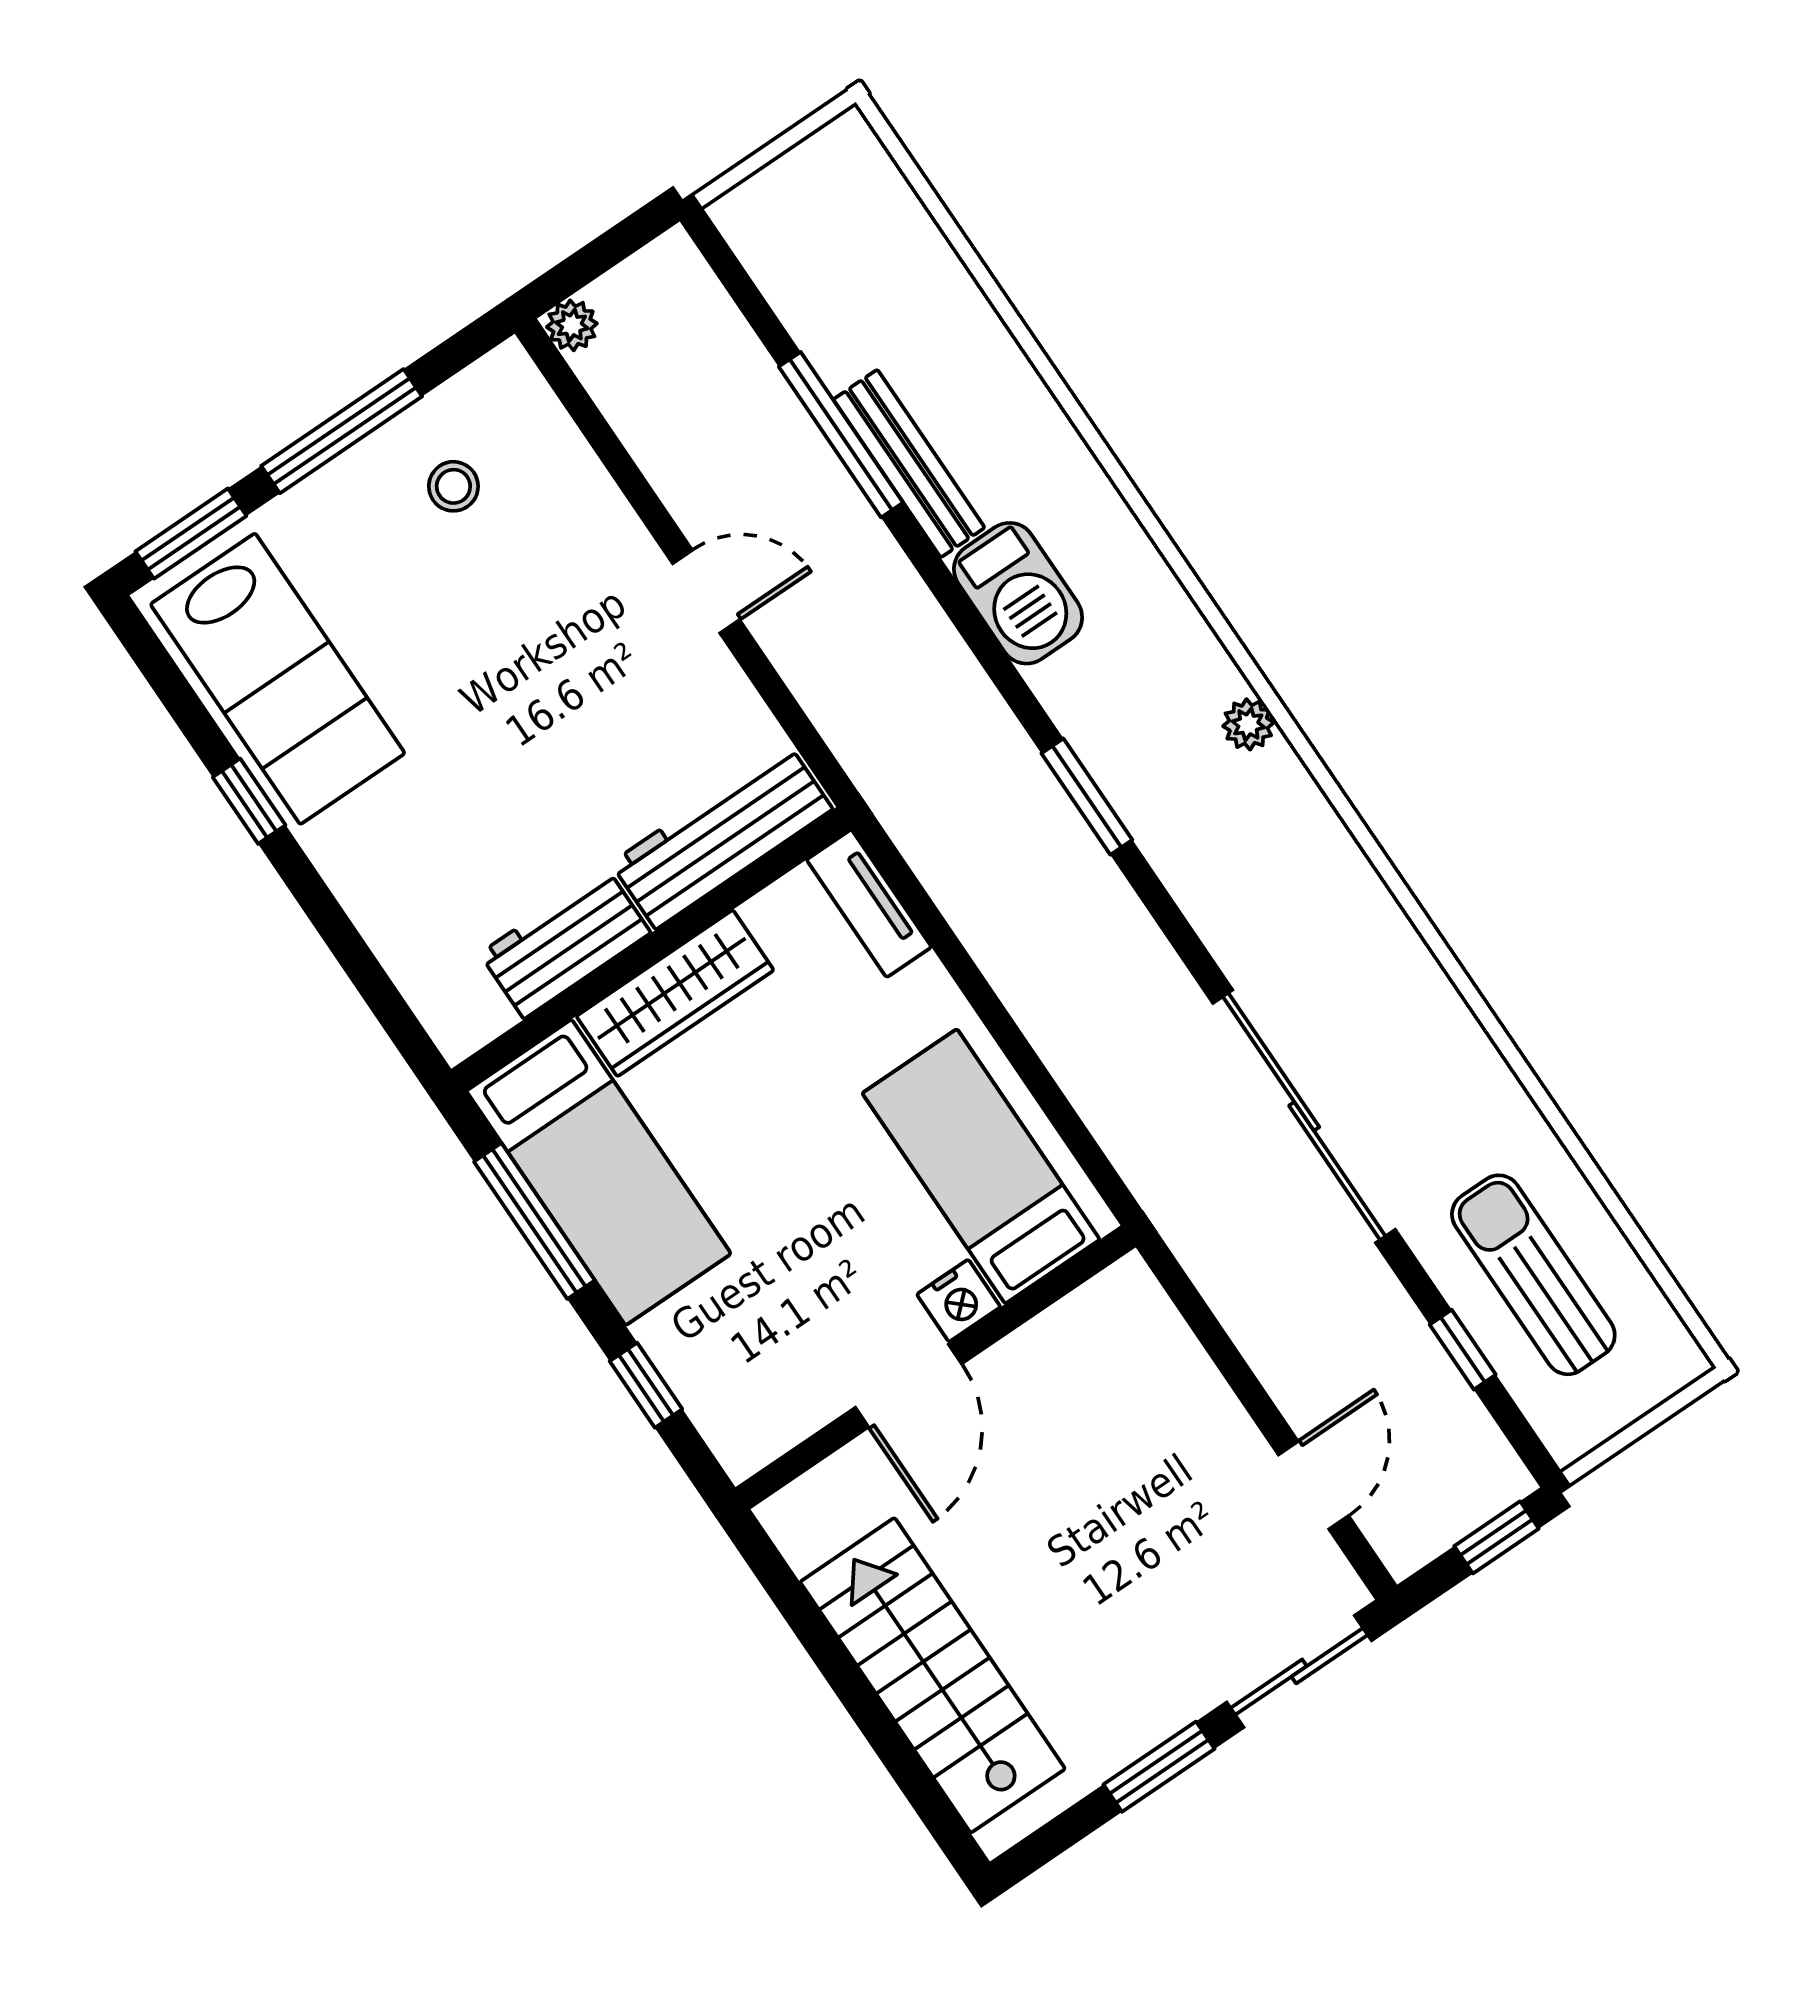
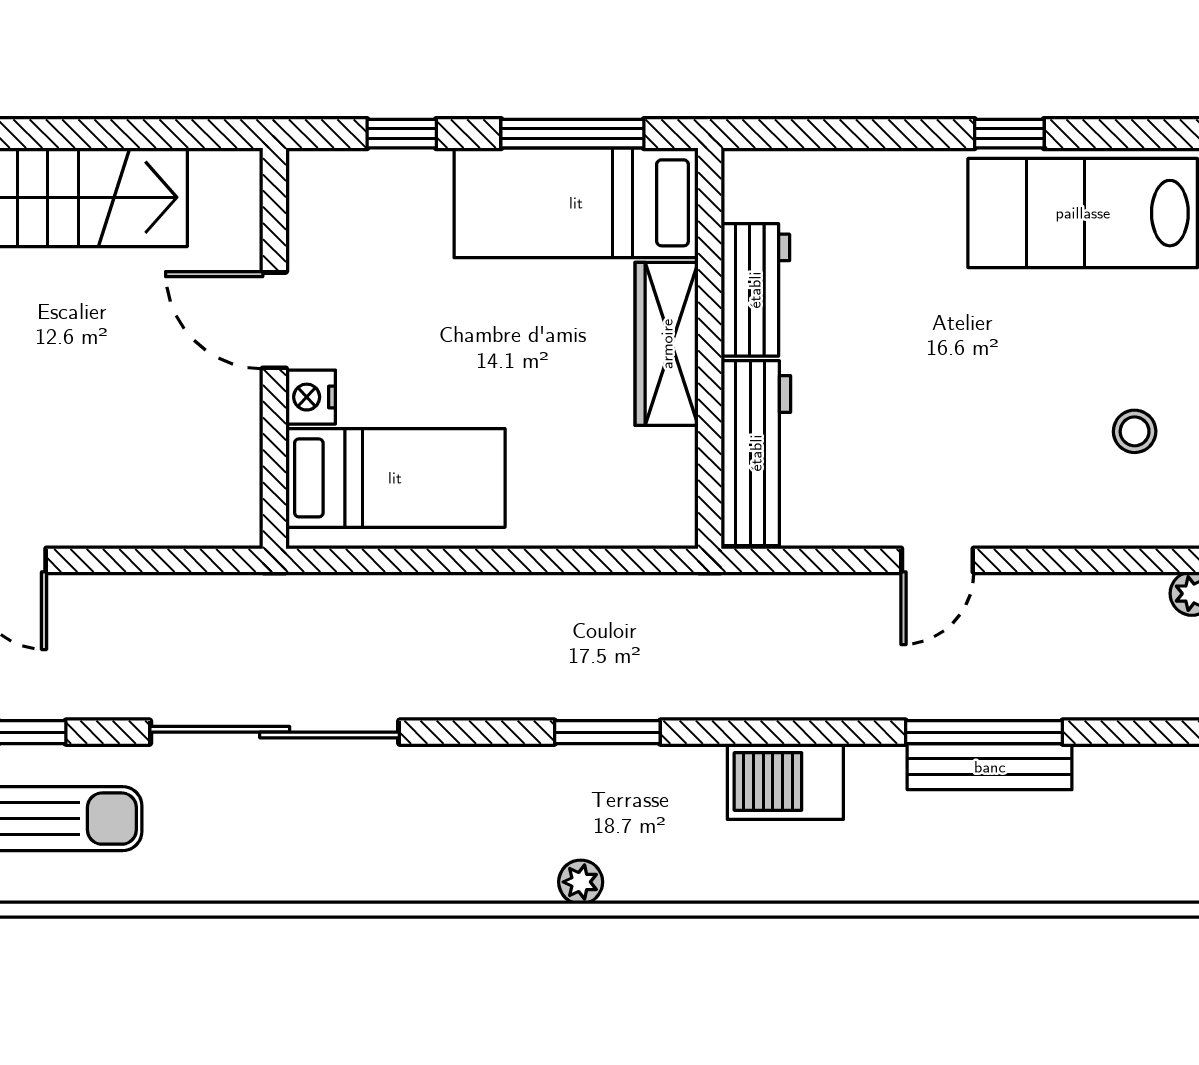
bench: (909, 464) -> (990, 767), moved
tv unit: (869, 903) -> (637, 525), removed

